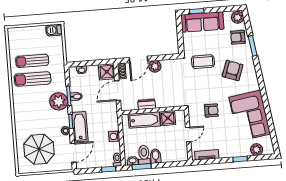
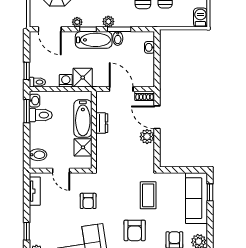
armchair: (233, 71) -> (135, 230), turned 70
shower: (107, 72) -> (83, 78), moved
plant: (59, 101) -> (108, 22), width x0.53, depth x0.53
bathtub: (80, 127) -> (94, 40), moved
bidet: (156, 156) -> (38, 155), moved

